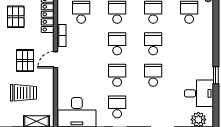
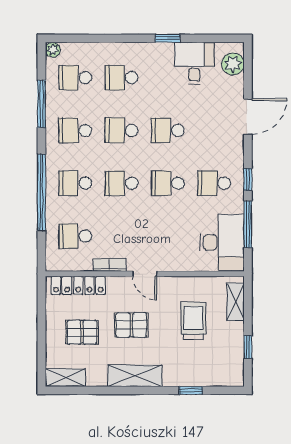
school desk: (189, 44) -> (122, 78), added
pallet: (25, 61) -> (131, 325), moved

